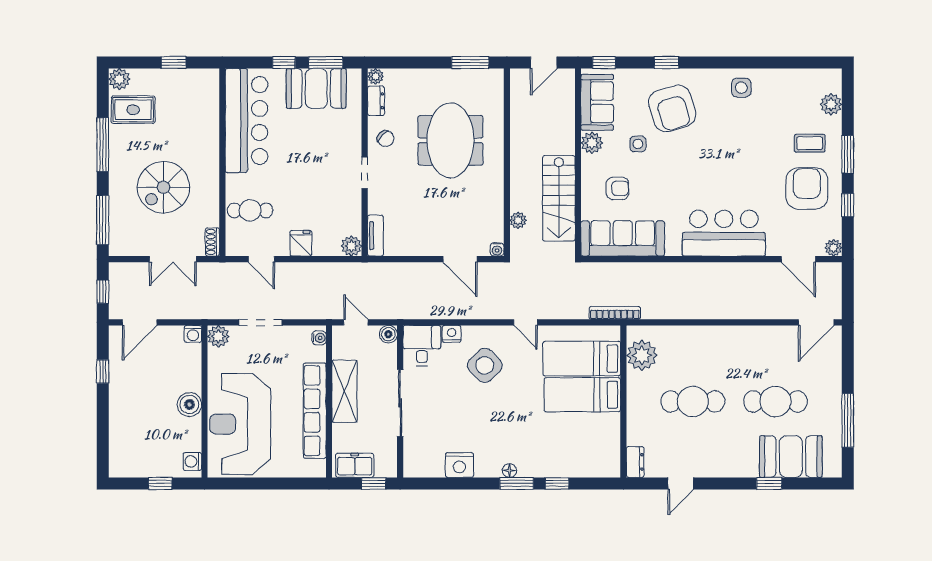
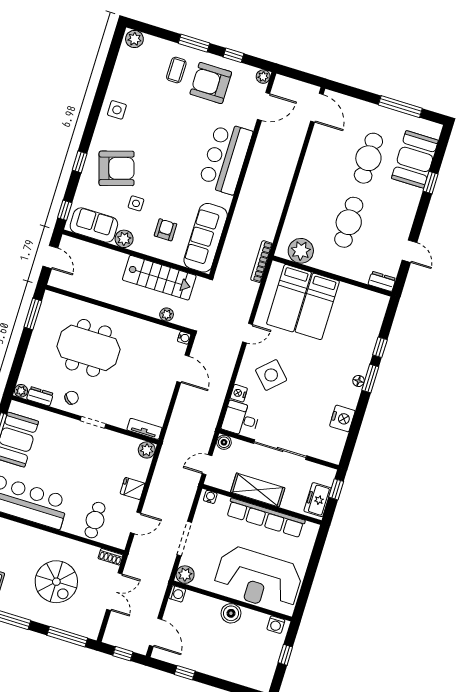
plant: (831, 104) -> (134, 39), moved
door: (460, 259) -> (183, 369), hinge flipped

